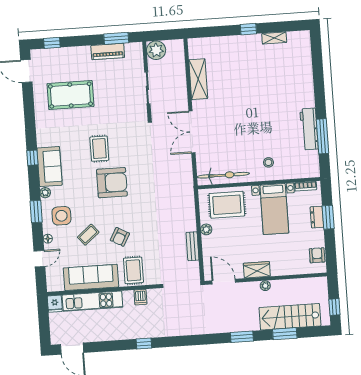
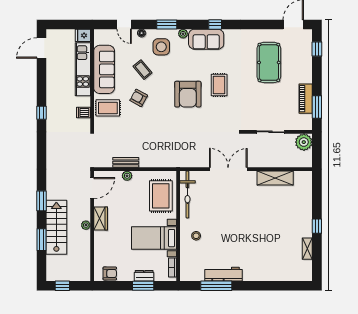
rug: (99, 149) -> (219, 85), turned 90
plant: (206, 229) -> (127, 176), moved
stairs: (290, 317) -> (56, 227), moved

